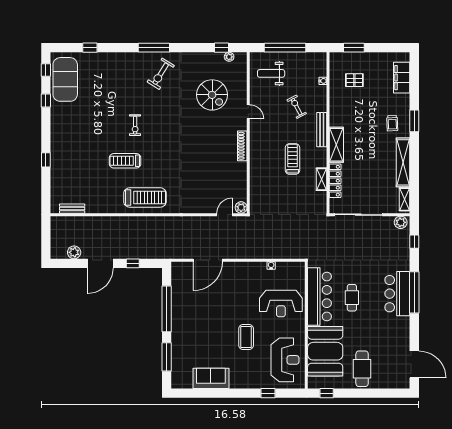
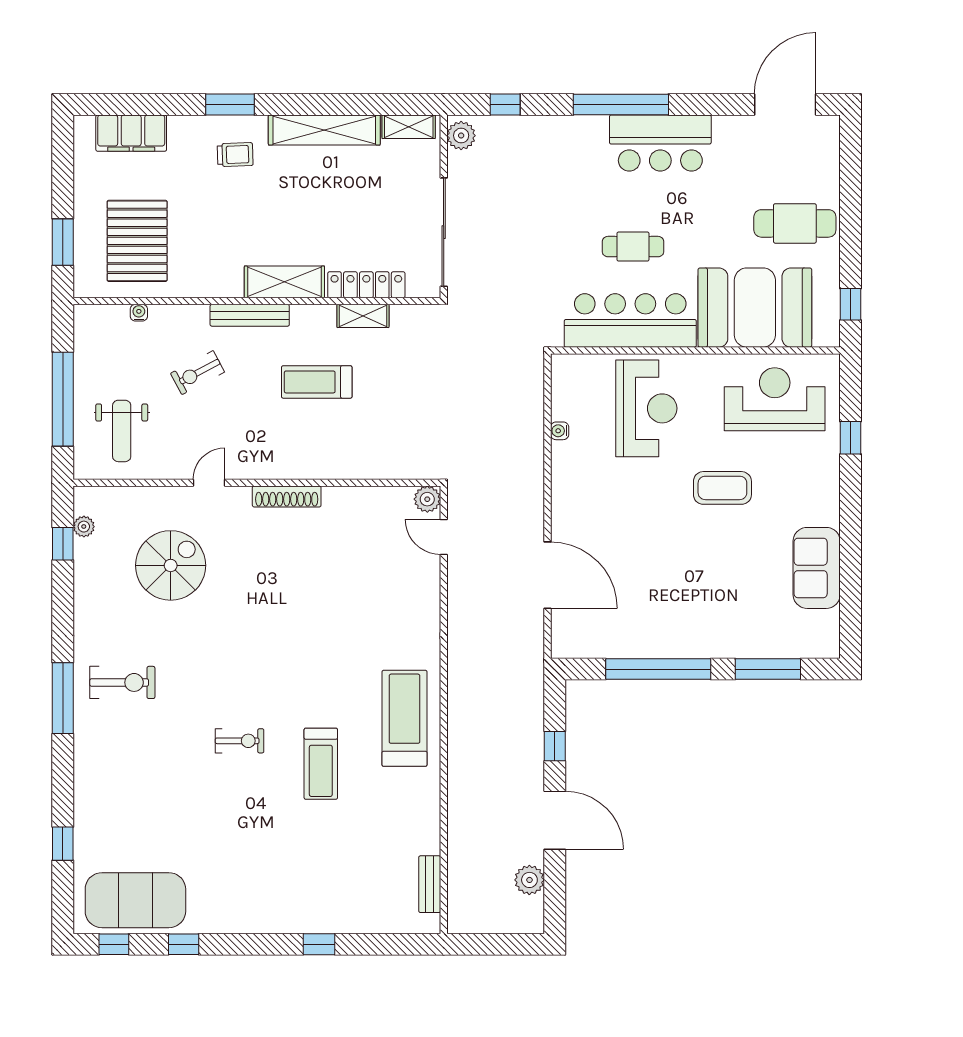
exercise bike: (161, 74) -> (122, 682), turned -32
pallet: (354, 80) -> (137, 241), width x2.05, depth x2.00
bar counter: (397, 294) -> (660, 143), moved

